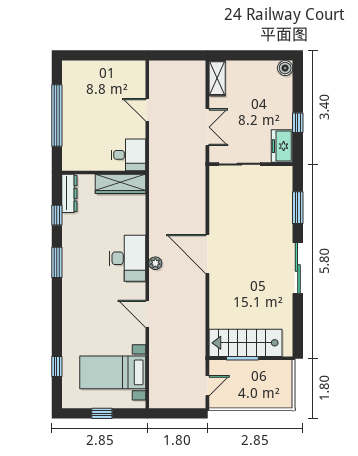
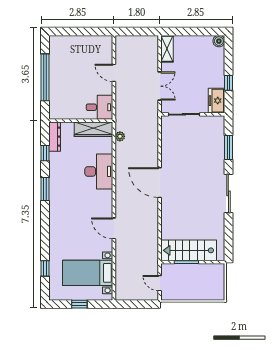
desk: (127, 258) -> (99, 171), moved
plant: (155, 263) -> (120, 136), moved
door: (207, 386) -> (160, 283), swing flipped

